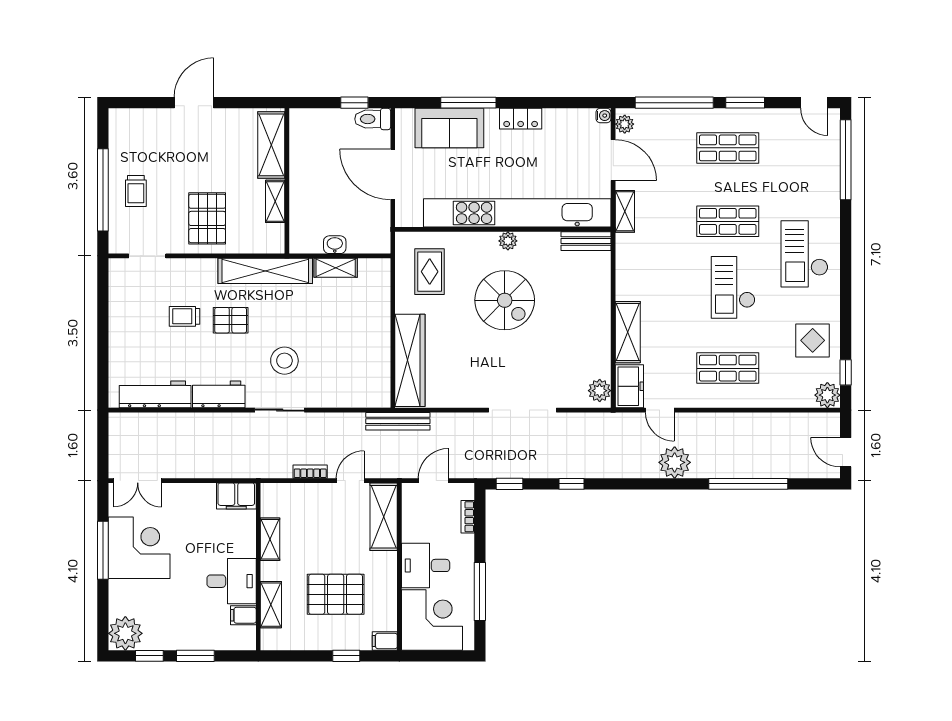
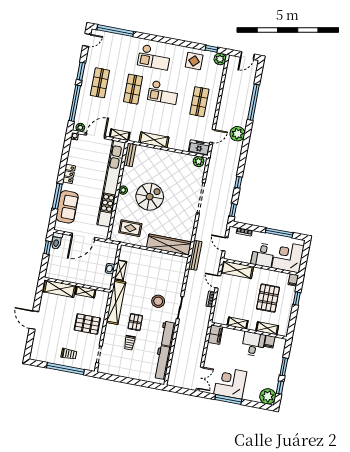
shelving: (628, 332) -> (154, 140), moved

